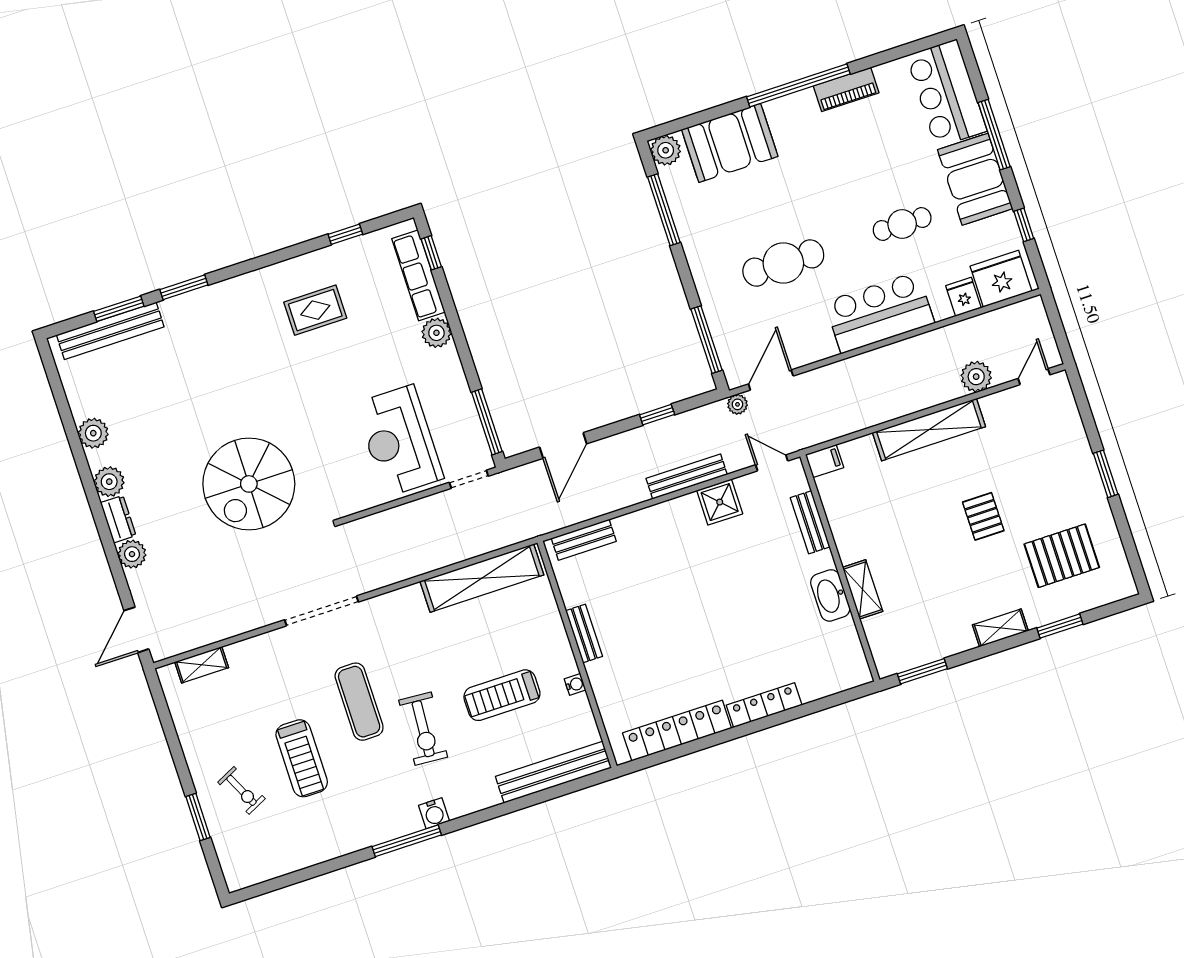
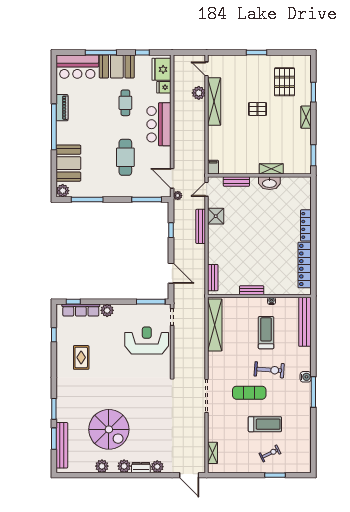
shelving: (929, 430) -> (214, 101), moved
reception desk: (399, 441) -> (147, 340), turned 180
spiral stairs: (249, 484) -> (109, 429), moved
treadmill: (502, 695) -> (266, 333), turned 180

